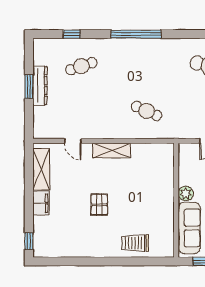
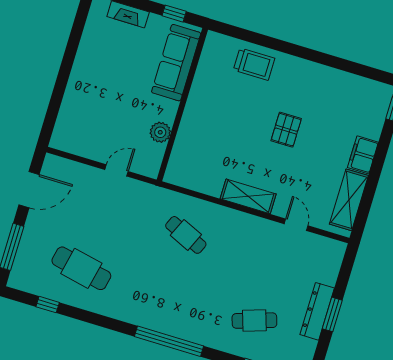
plant: (186, 193) -> (160, 132), moved

